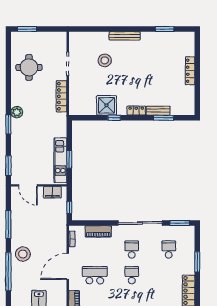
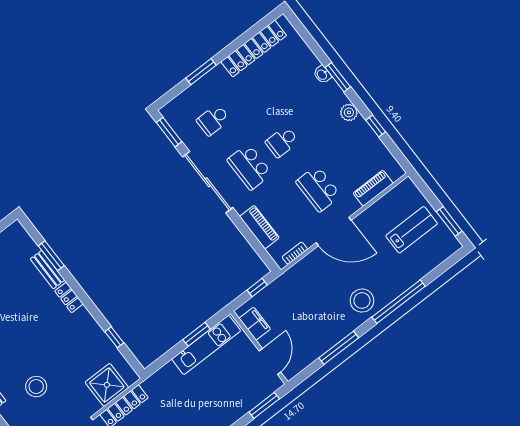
shower: (107, 105) -> (107, 385), moved
window: (114, 118) -> (114, 337), moved
school desk: (132, 249) -> (250, 167), width x1.85

